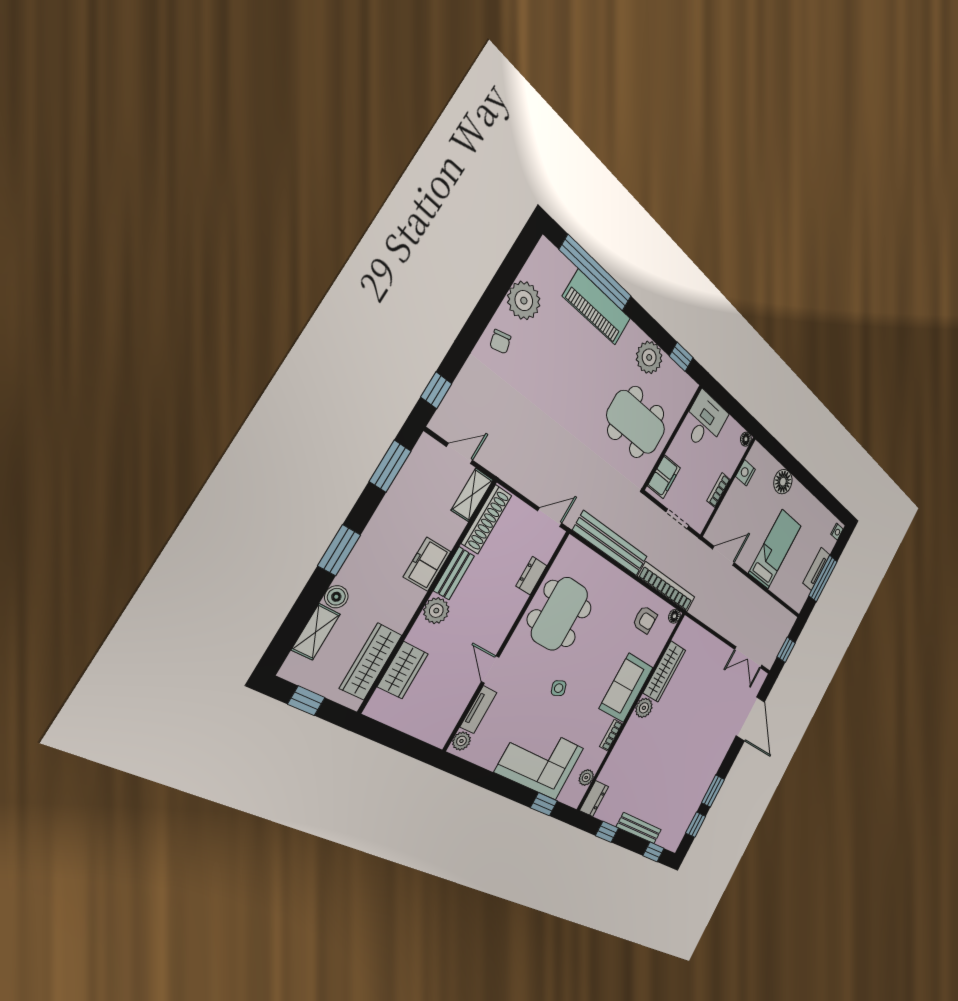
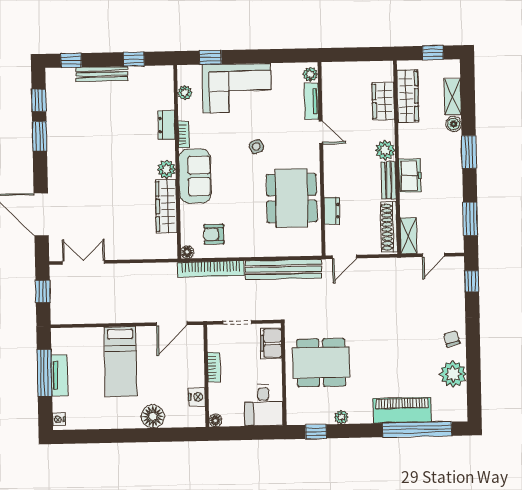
plant: (649, 357) -> (341, 417), width x0.53, depth x0.53
dresser: (594, 799) -> (167, 125), moved

